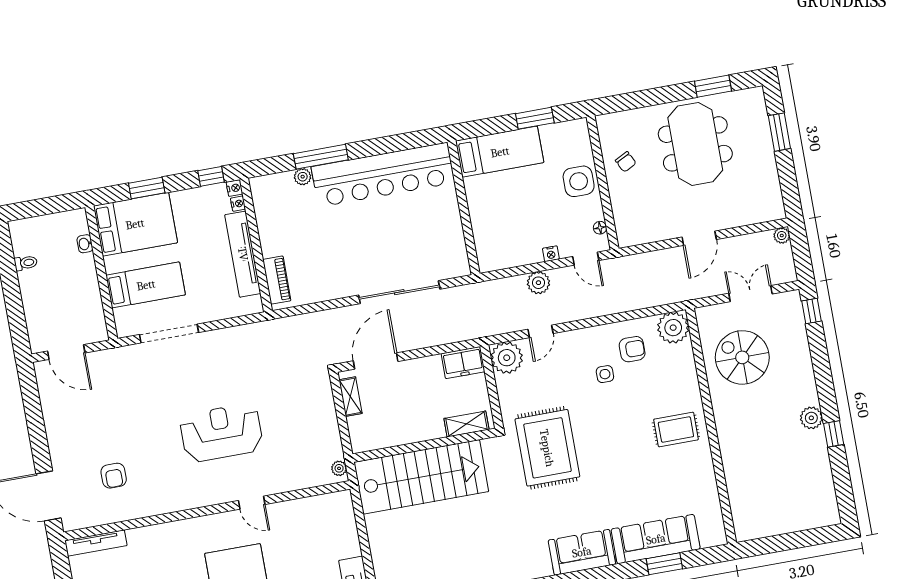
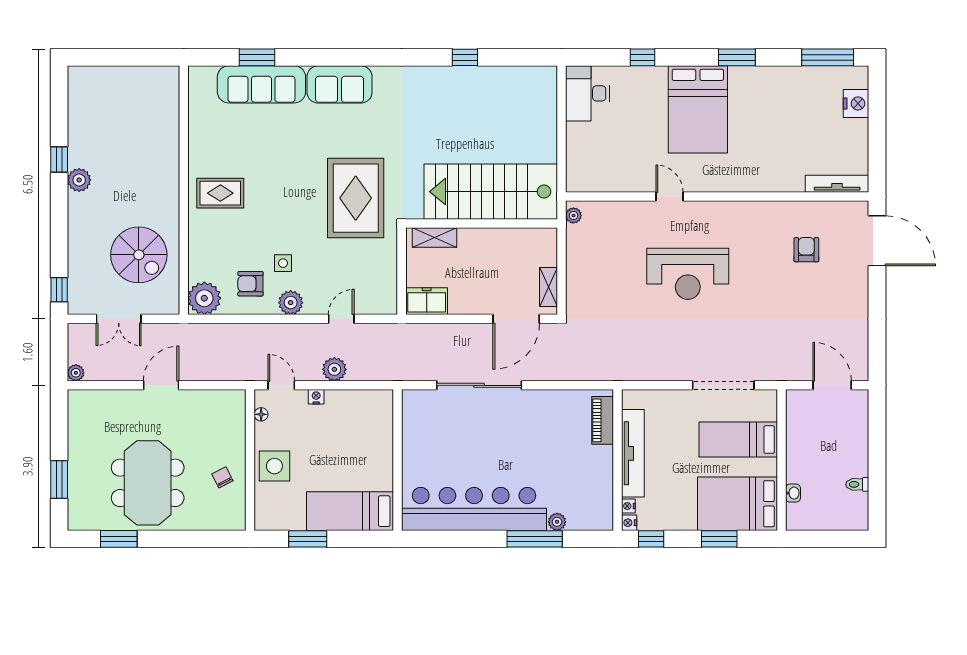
plant: (507, 358) -> (291, 303), moved, width x0.73, depth x0.73

